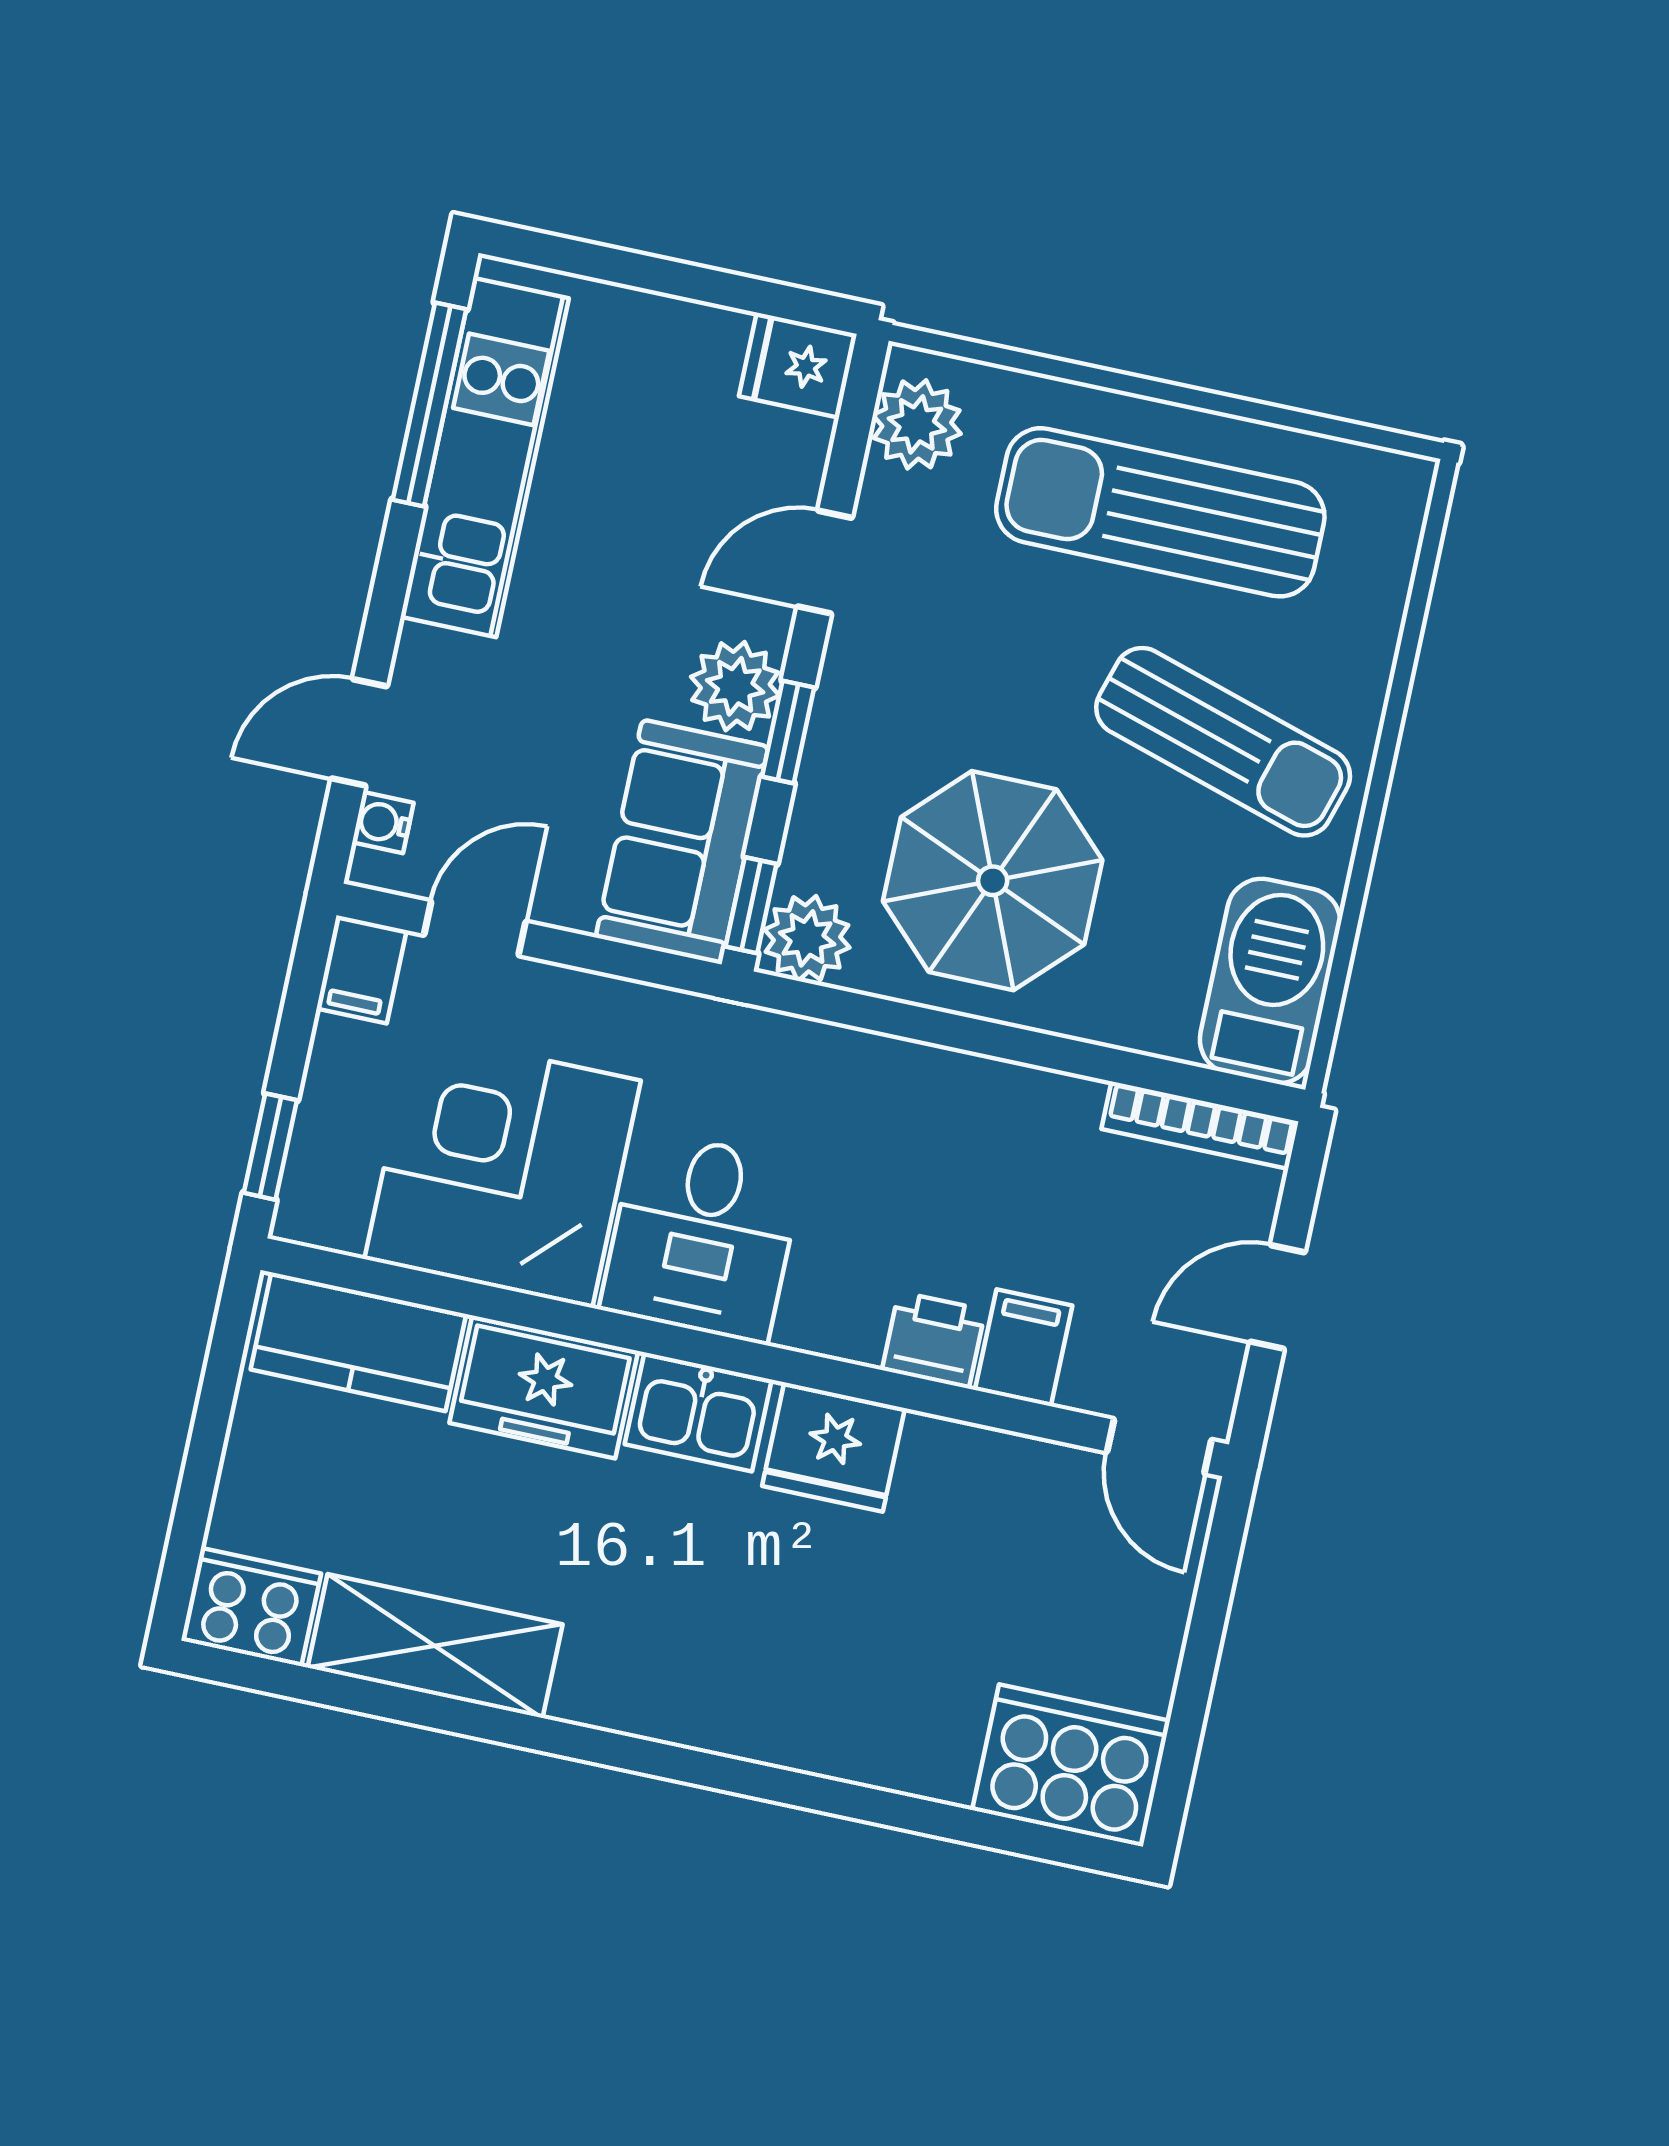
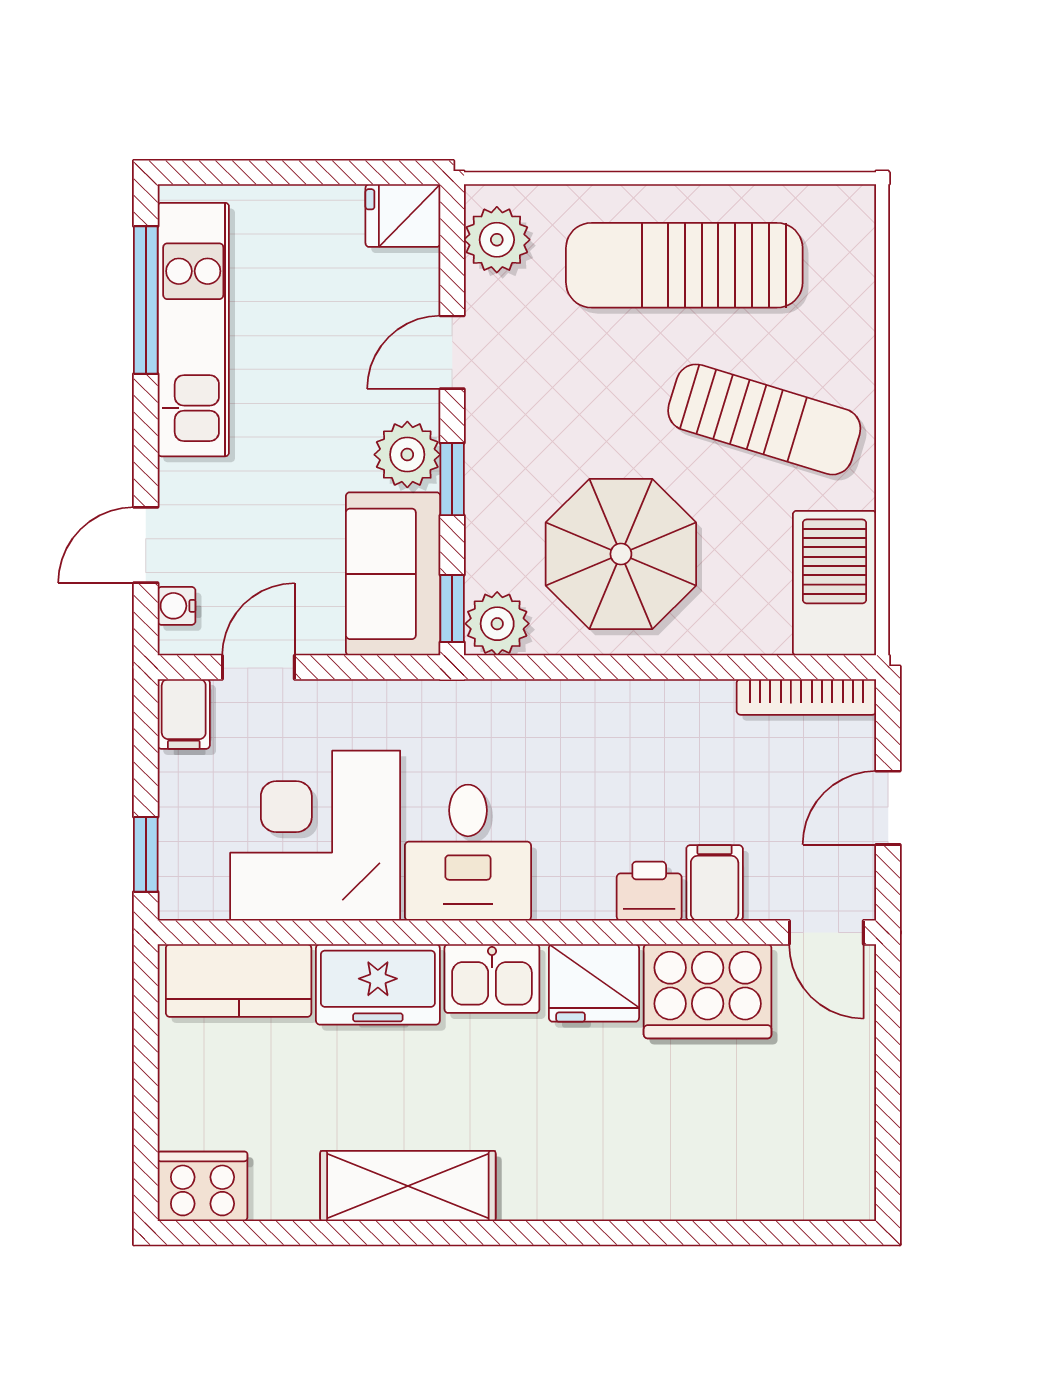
shelving: (435, 1646) -> (408, 1186), moved
cooker: (1071, 1765) -> (708, 991), moved, turned 180

